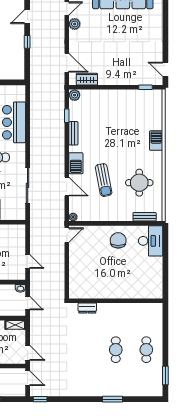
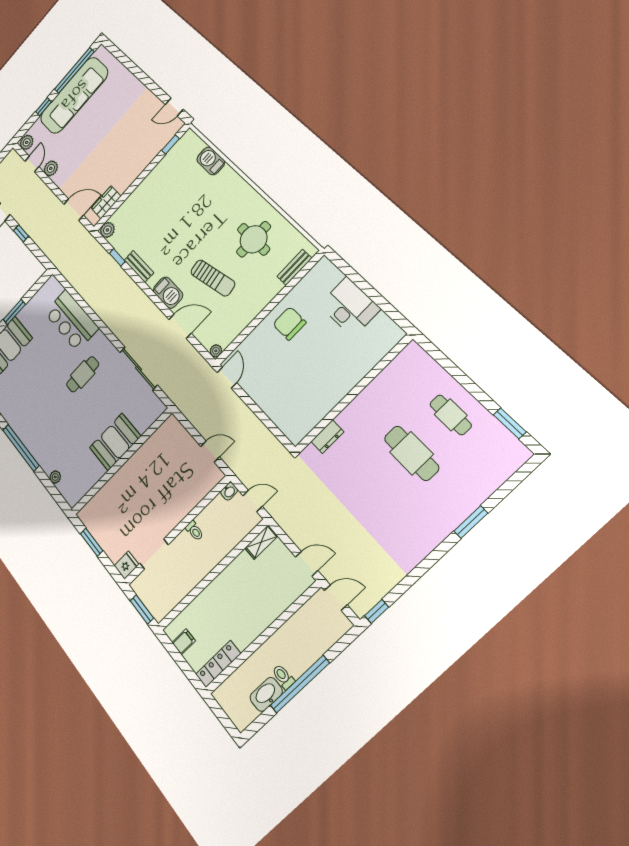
barbecue: (156, 141) -> (211, 161), moved
desk: (151, 241) -> (350, 307), moved
cafe table: (116, 350) -> (411, 453), width x1.37, depth x1.35

